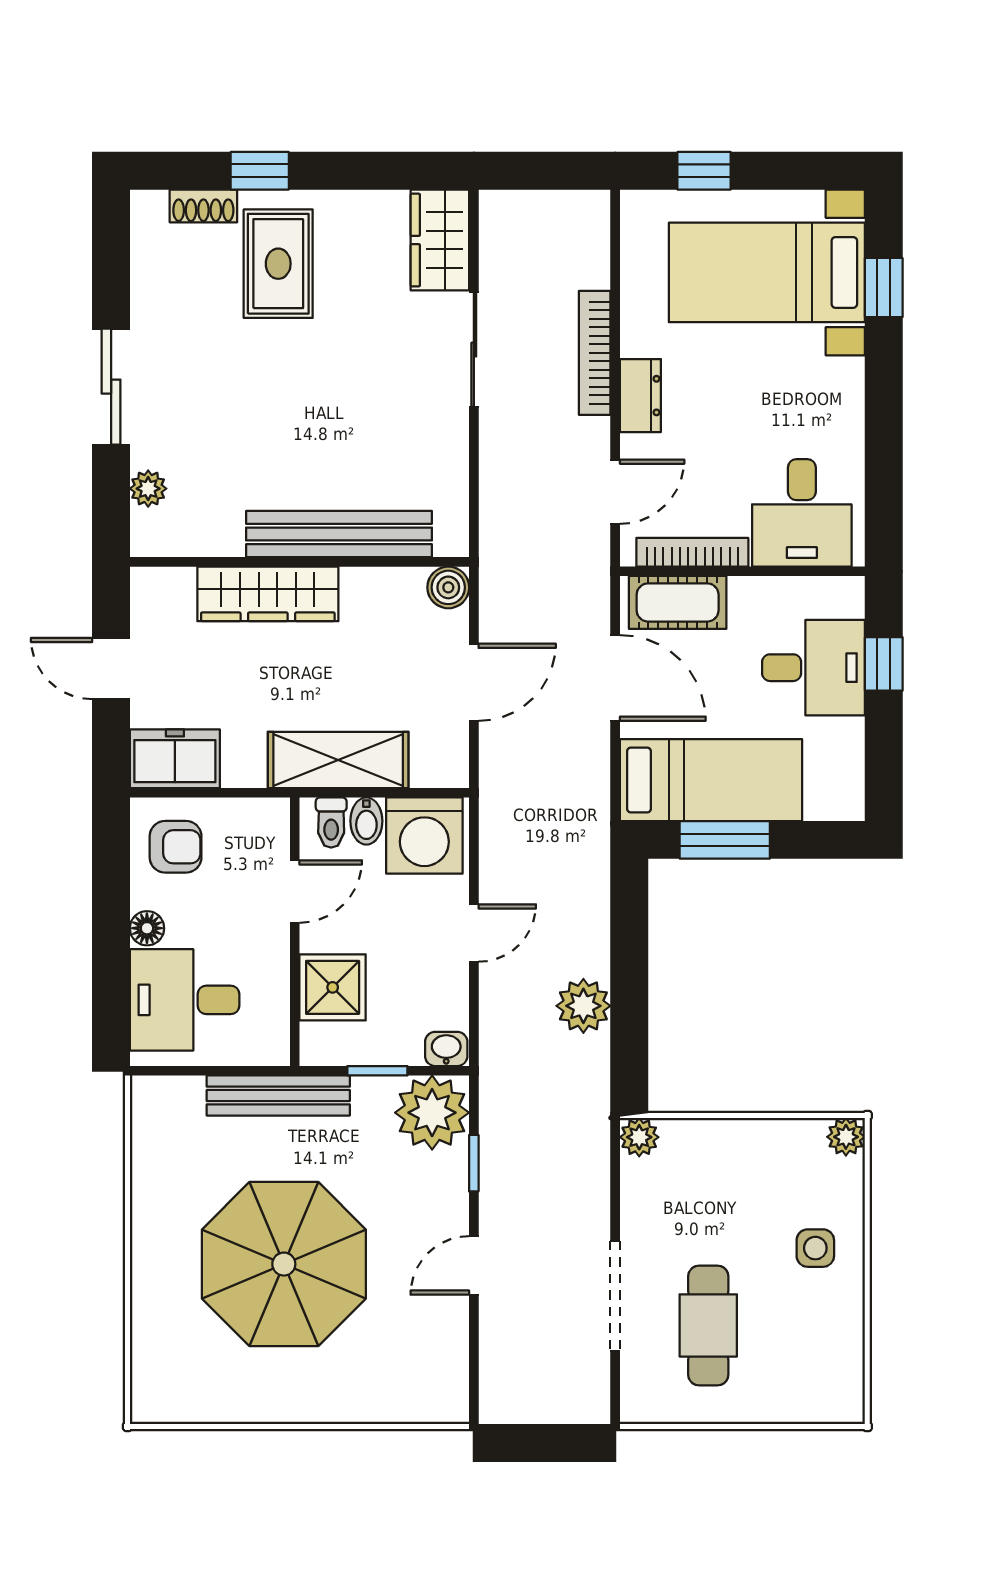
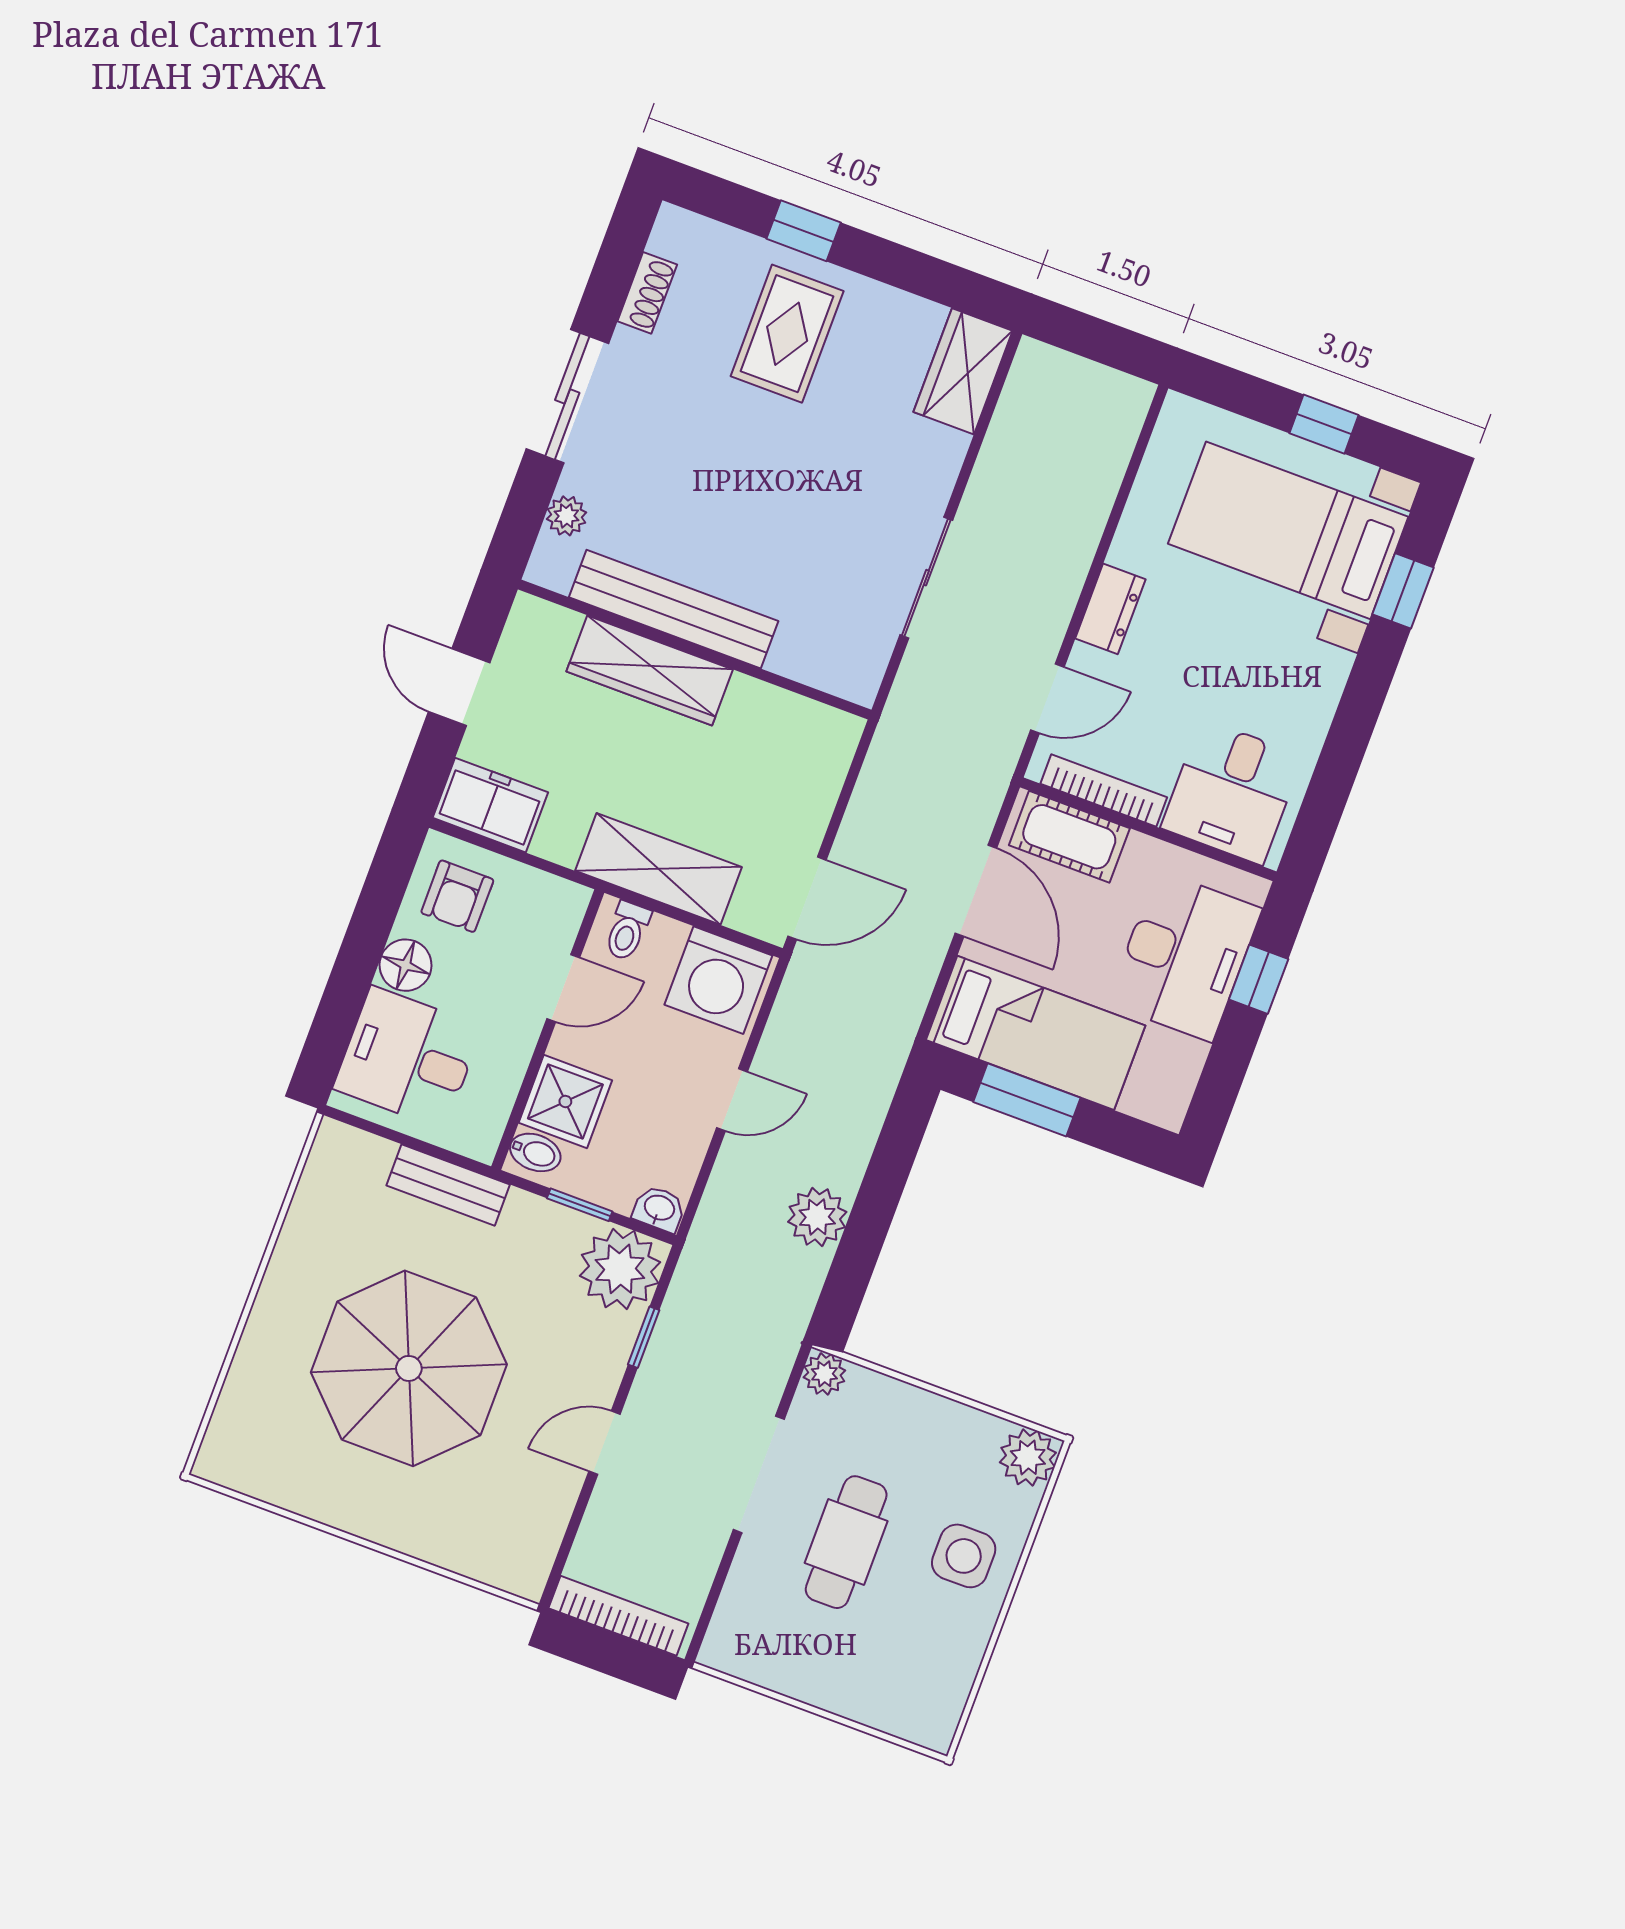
window: (704, 171) -> (1324, 424), moved
shoe rack: (203, 206) -> (647, 293), moved, turned -90
sliding door: (474, 350) -> (926, 578), moved
bookcase: (595, 353) -> (618, 1616), moved, turned 90
bench: (339, 534) -> (674, 609), moved
boiler: (448, 587) -> (838, 733), removed
desk: (813, 668) -> (1185, 956), width x1.37
door: (474, 682) -> (807, 898), moved
bidet: (366, 821) -> (535, 1152), moved, turned -90
armchair: (176, 847) -> (457, 896), turned 90
floor lamp: (147, 928) -> (406, 965), width x1.37, depth x1.37
bench: (278, 1096) -> (448, 1185), width x0.73
plant: (846, 1137) -> (1028, 1457), width x1.38, depth x1.38
side table: (815, 1248) -> (964, 1556), width x1.37, depth x1.37
doorway: (615, 1296) -> (759, 1474), moved
cafe table: (708, 1325) -> (846, 1542), moved

